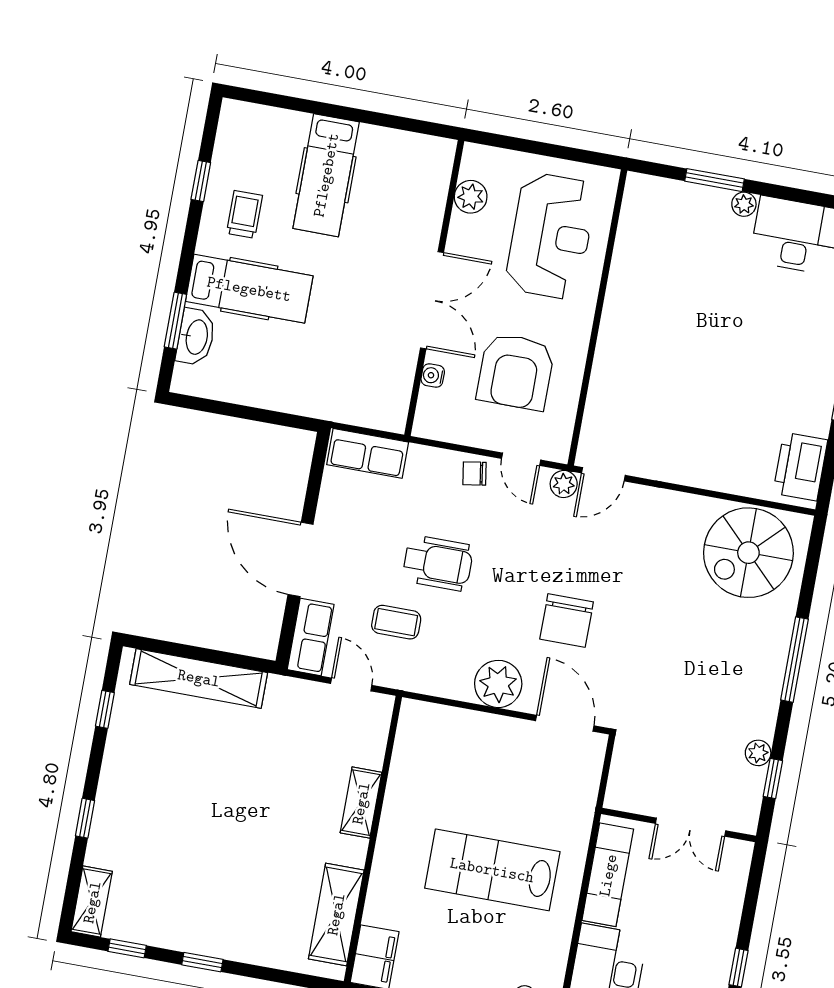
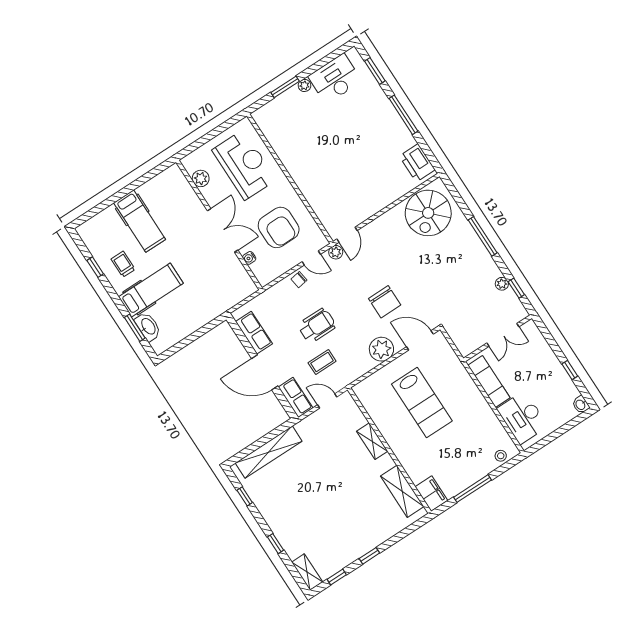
row of seats: (368, 453) -> (254, 333), moved, turned -90
lab bench: (492, 870) -> (422, 402), moved, turned -90

